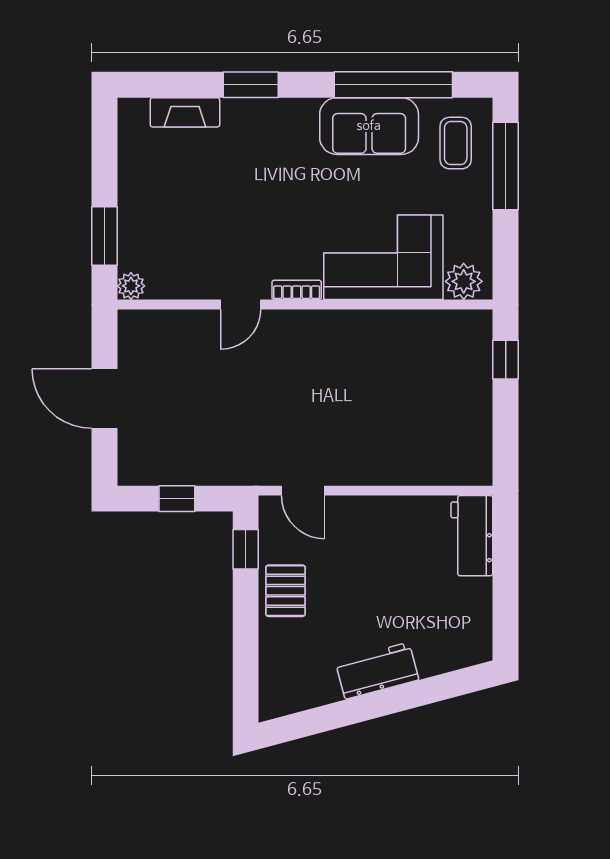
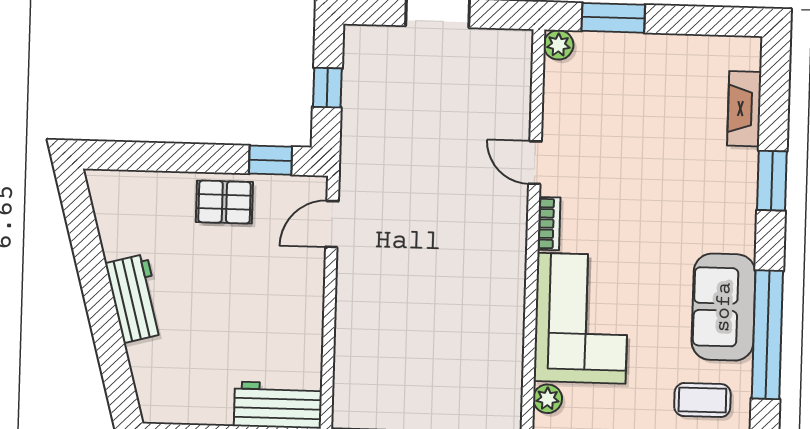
plant: (464, 281) -> (548, 399), width x0.73, depth x0.73

